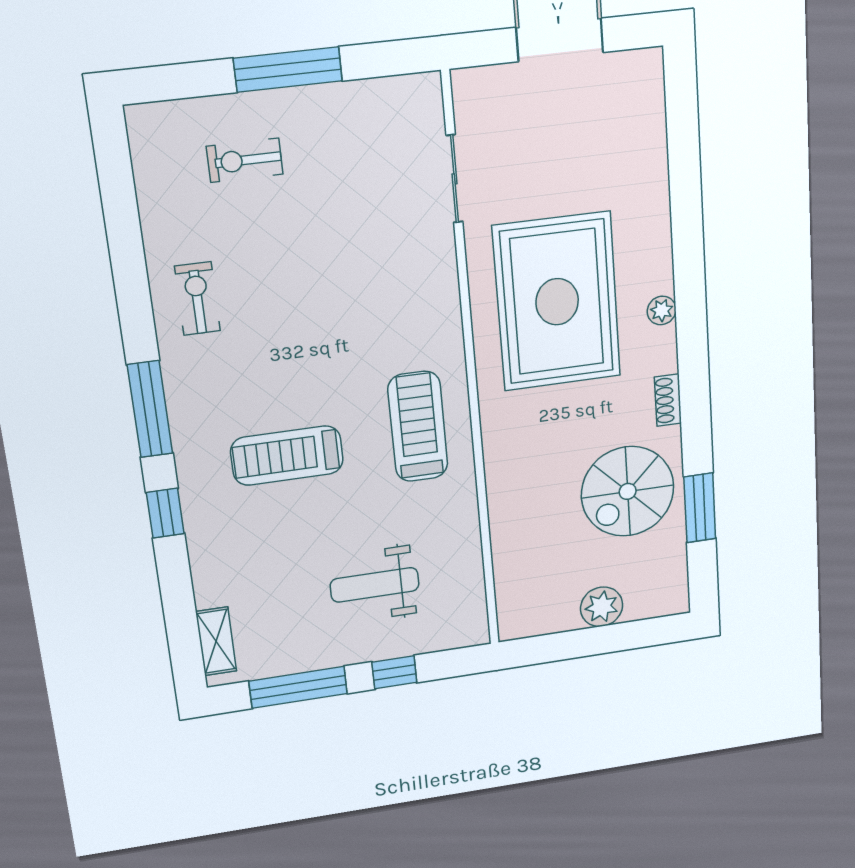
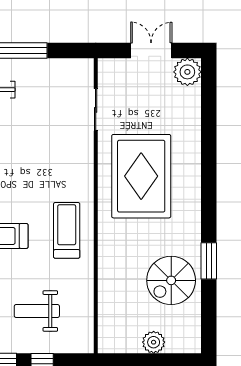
plant: (662, 310) -> (187, 72), moved, width x1.88, depth x1.88
shoe rack: (668, 400) -> (195, 235), removed
window: (700, 508) -> (209, 261), moved

